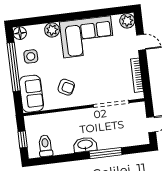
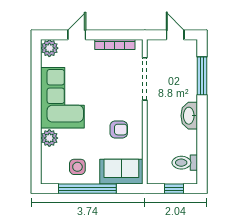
floor lamp: (20, 33) -> (48, 176), removed
armchair: (66, 87) -> (119, 130), turned 63
window: (106, 153) -> (202, 76), moved

